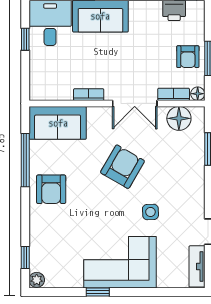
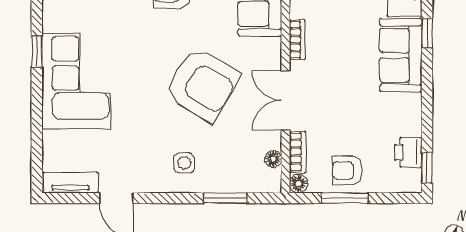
floor lamp: (179, 118) -> (273, 159), width x0.53, depth x0.53
armchair: (122, 167) -> (202, 84), width x1.36, depth x1.36
side table: (150, 212) -> (184, 163), moved

